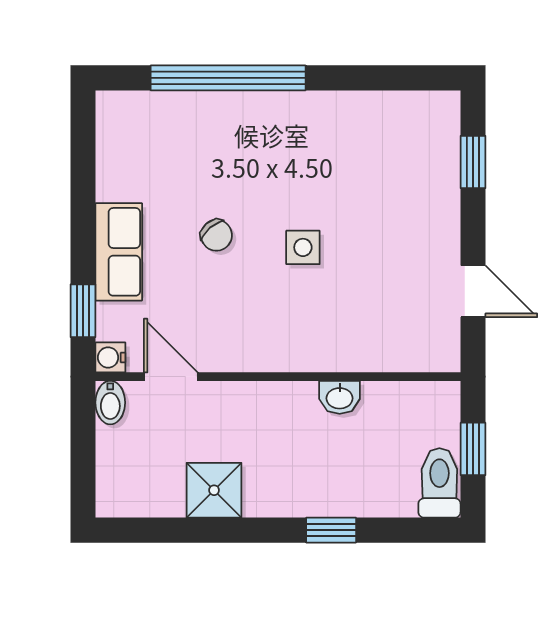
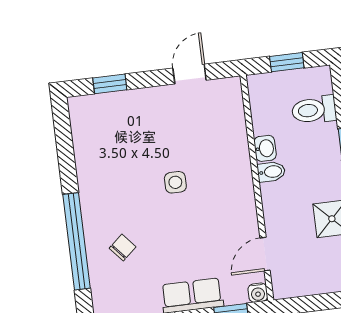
chair: (216, 235) -> (123, 248), moved
bidet: (110, 403) -> (271, 172), moved
toilet: (439, 483) -> (314, 110), moved

